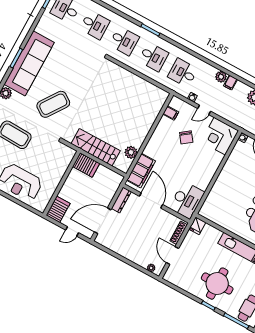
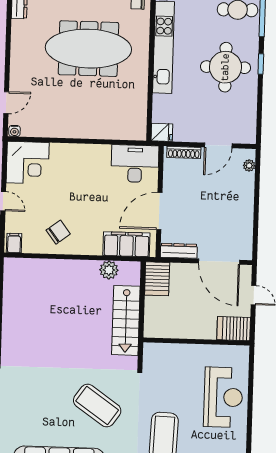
filing cabinet: (171, 113) -> (14, 243), moved
chair: (186, 137) -> (58, 232), moved
server rack: (86, 165) -> (157, 279), moved, turned 180

